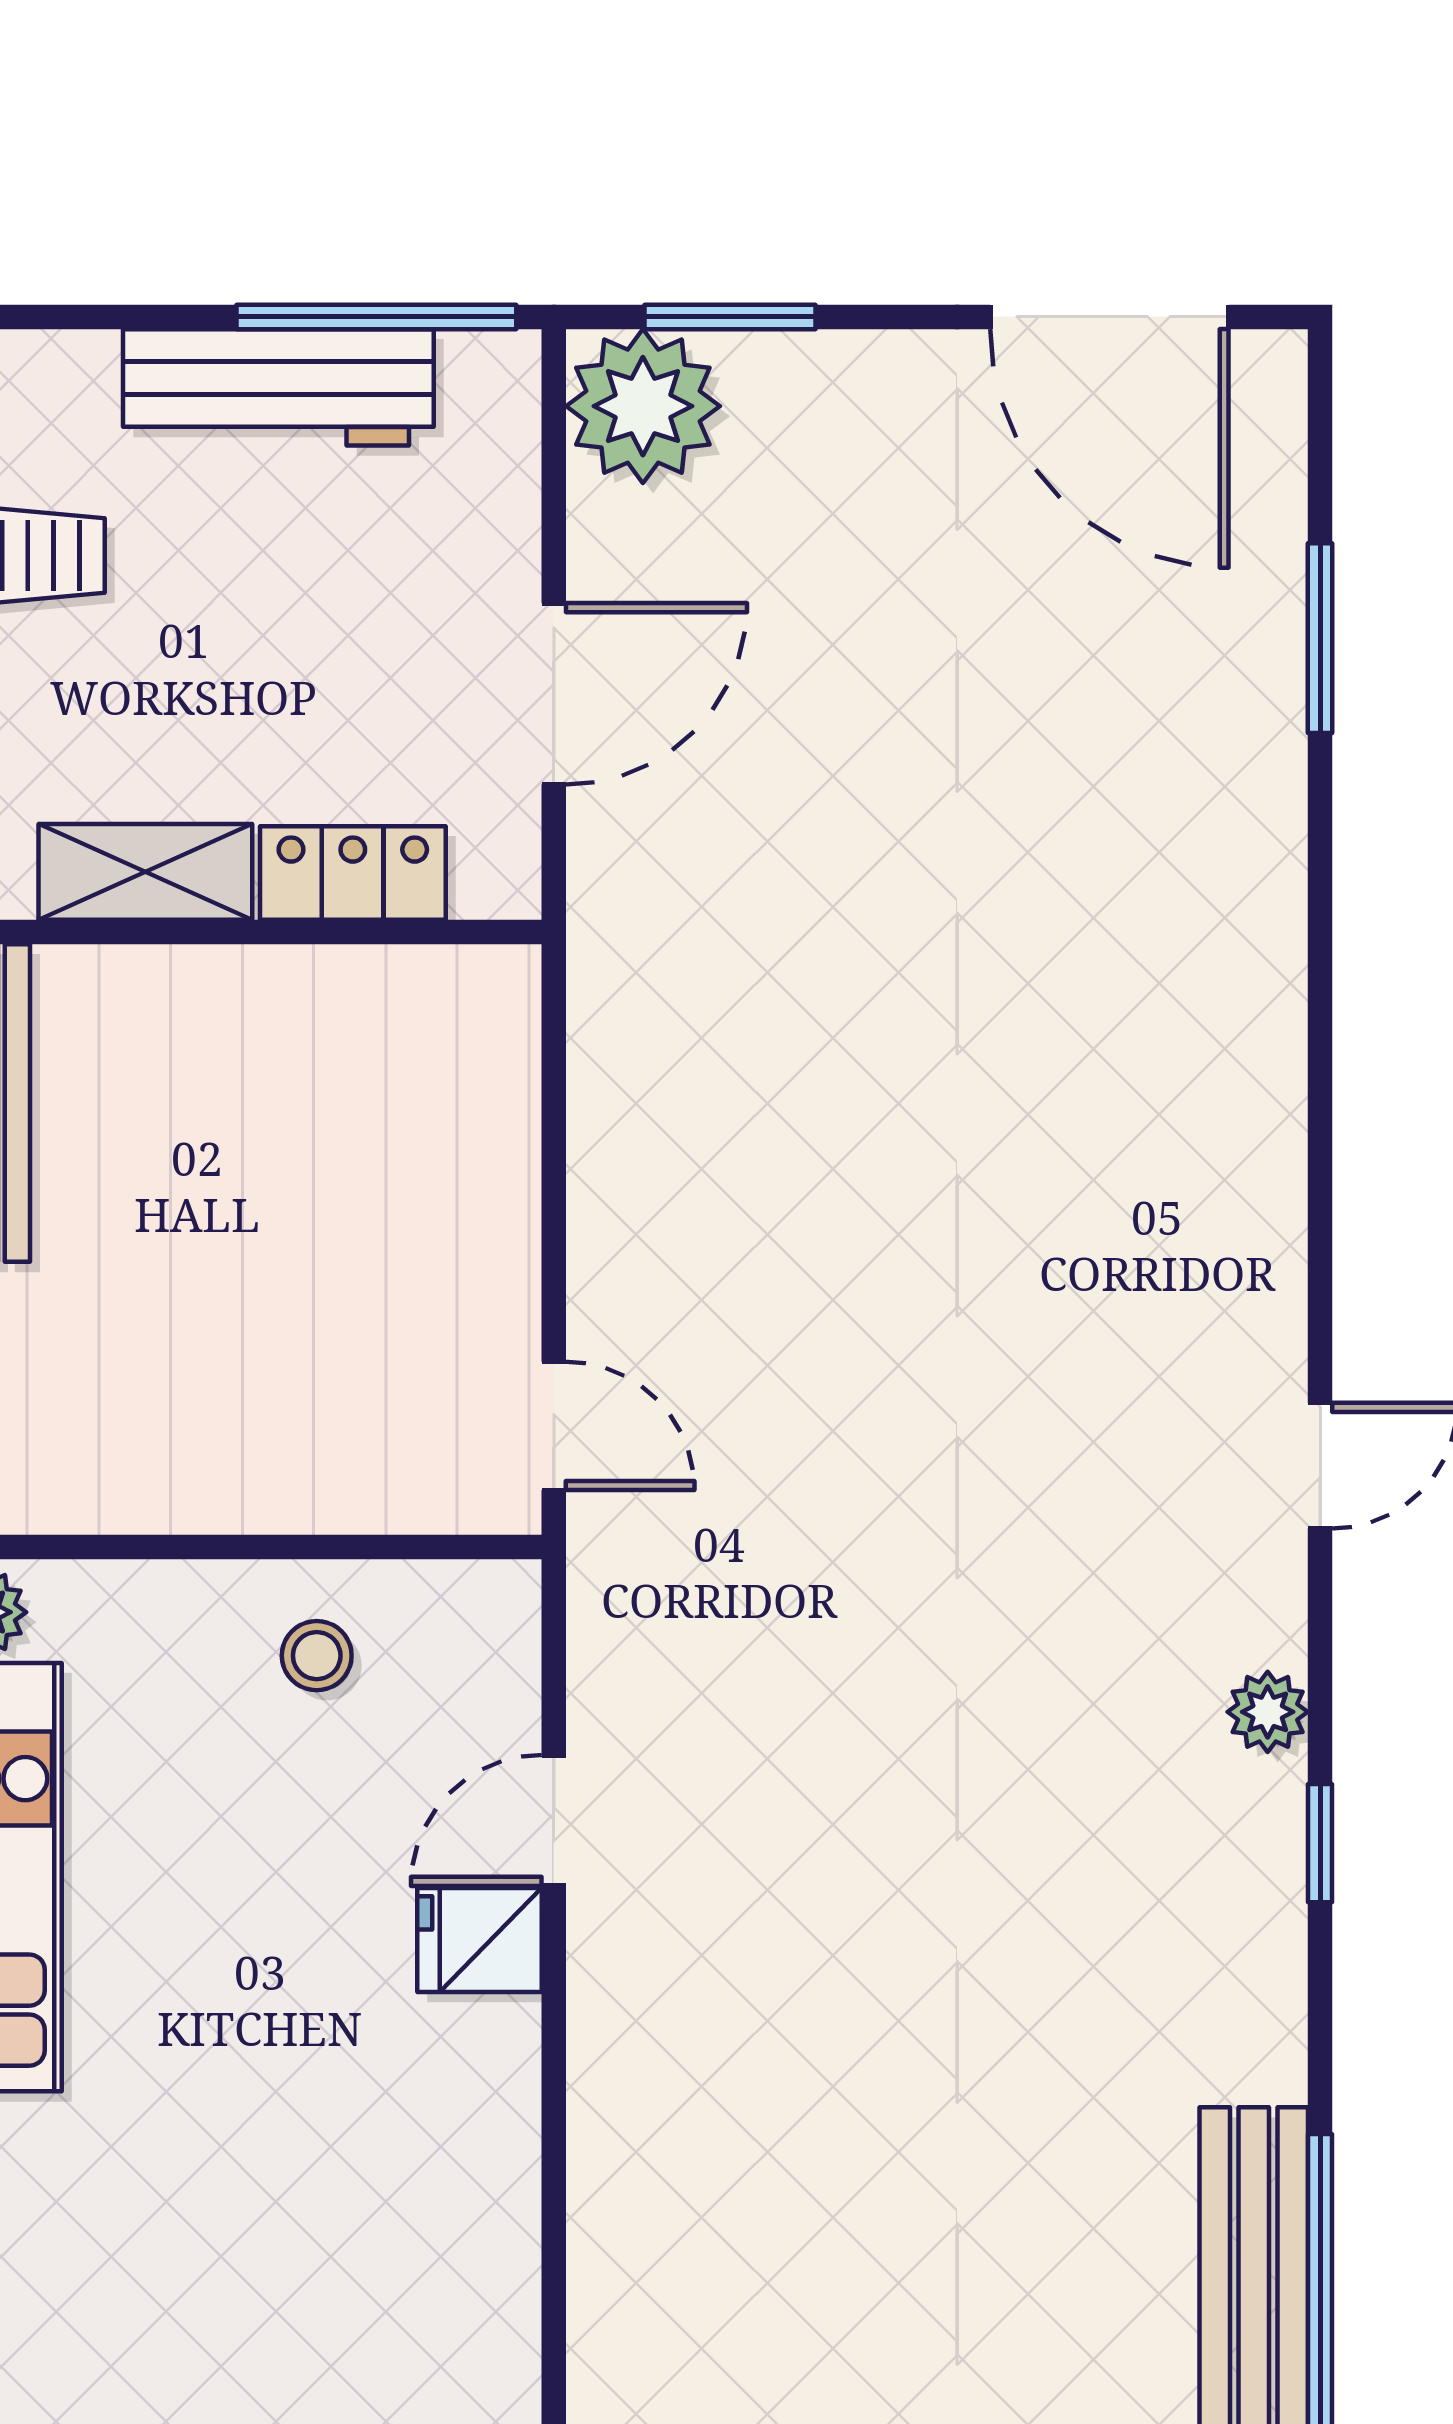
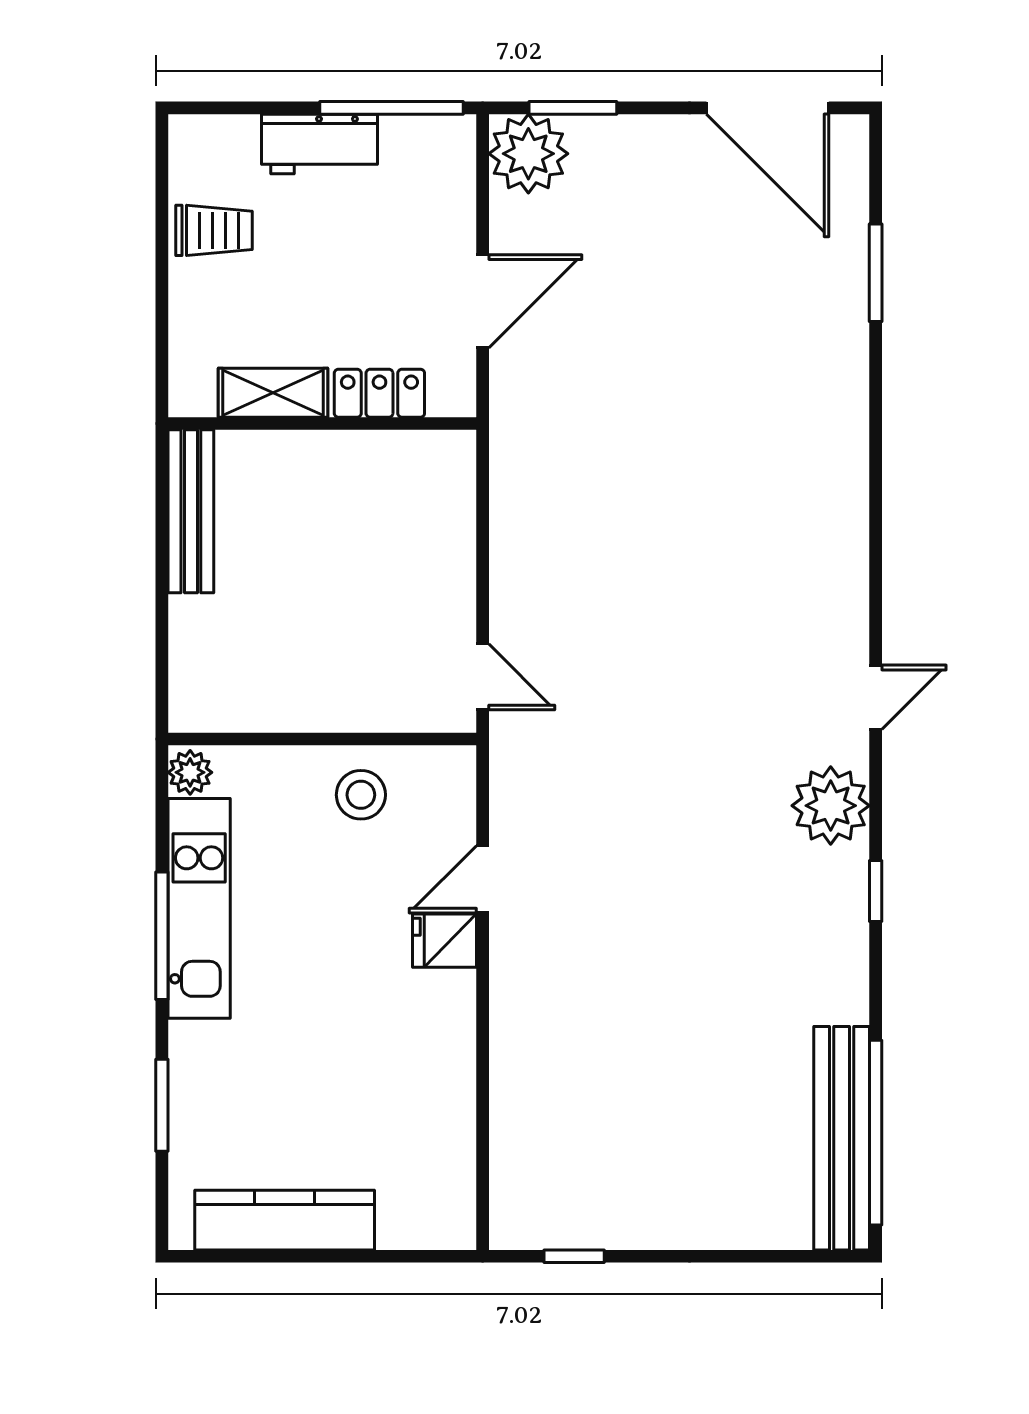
workbench: (278, 387) -> (320, 144), width x0.73
stool: (317, 1656) -> (361, 795), width x1.37, depth x1.37
plant: (1268, 1712) -> (831, 806), width x1.88, depth x1.88

